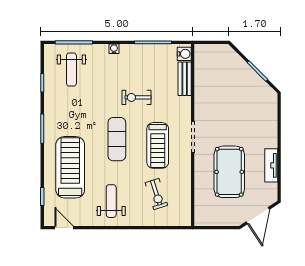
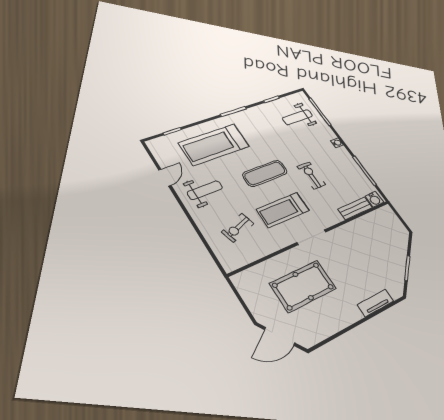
tv unit: (271, 165) -> (375, 303), moved
treadmill: (70, 167) -> (214, 145), turned 180
door: (64, 228) -> (165, 178), moved

